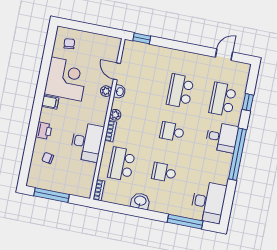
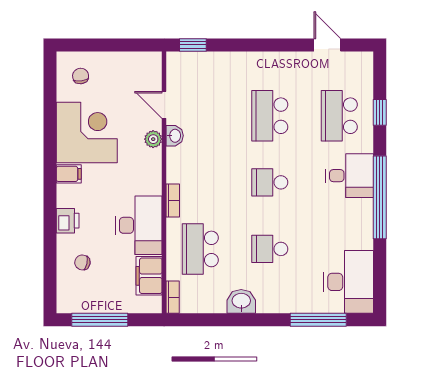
door: (224, 55) -> (327, 45), hinge flipped
plant: (115, 115) -> (175, 173), removed
filing cabinet: (87, 174) -> (149, 276), added

